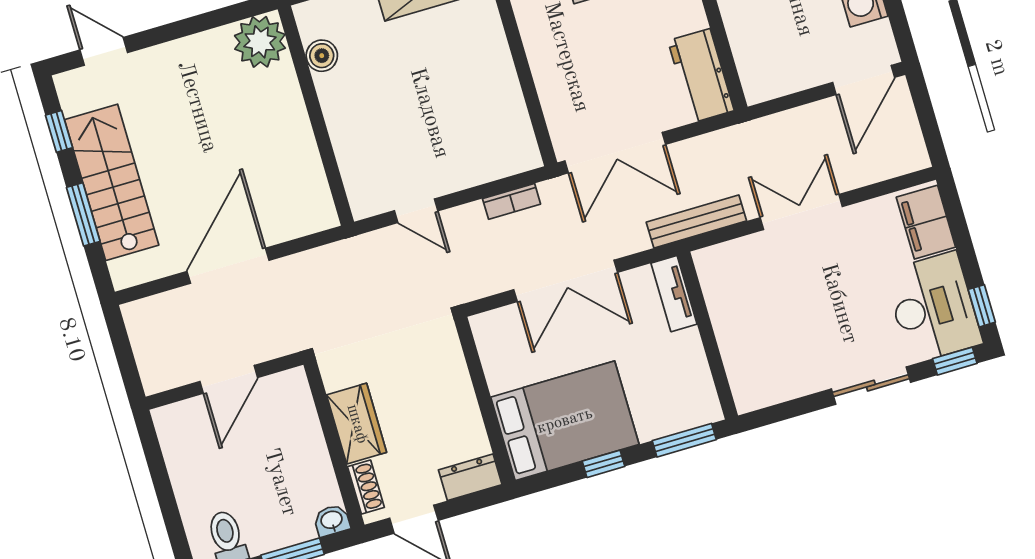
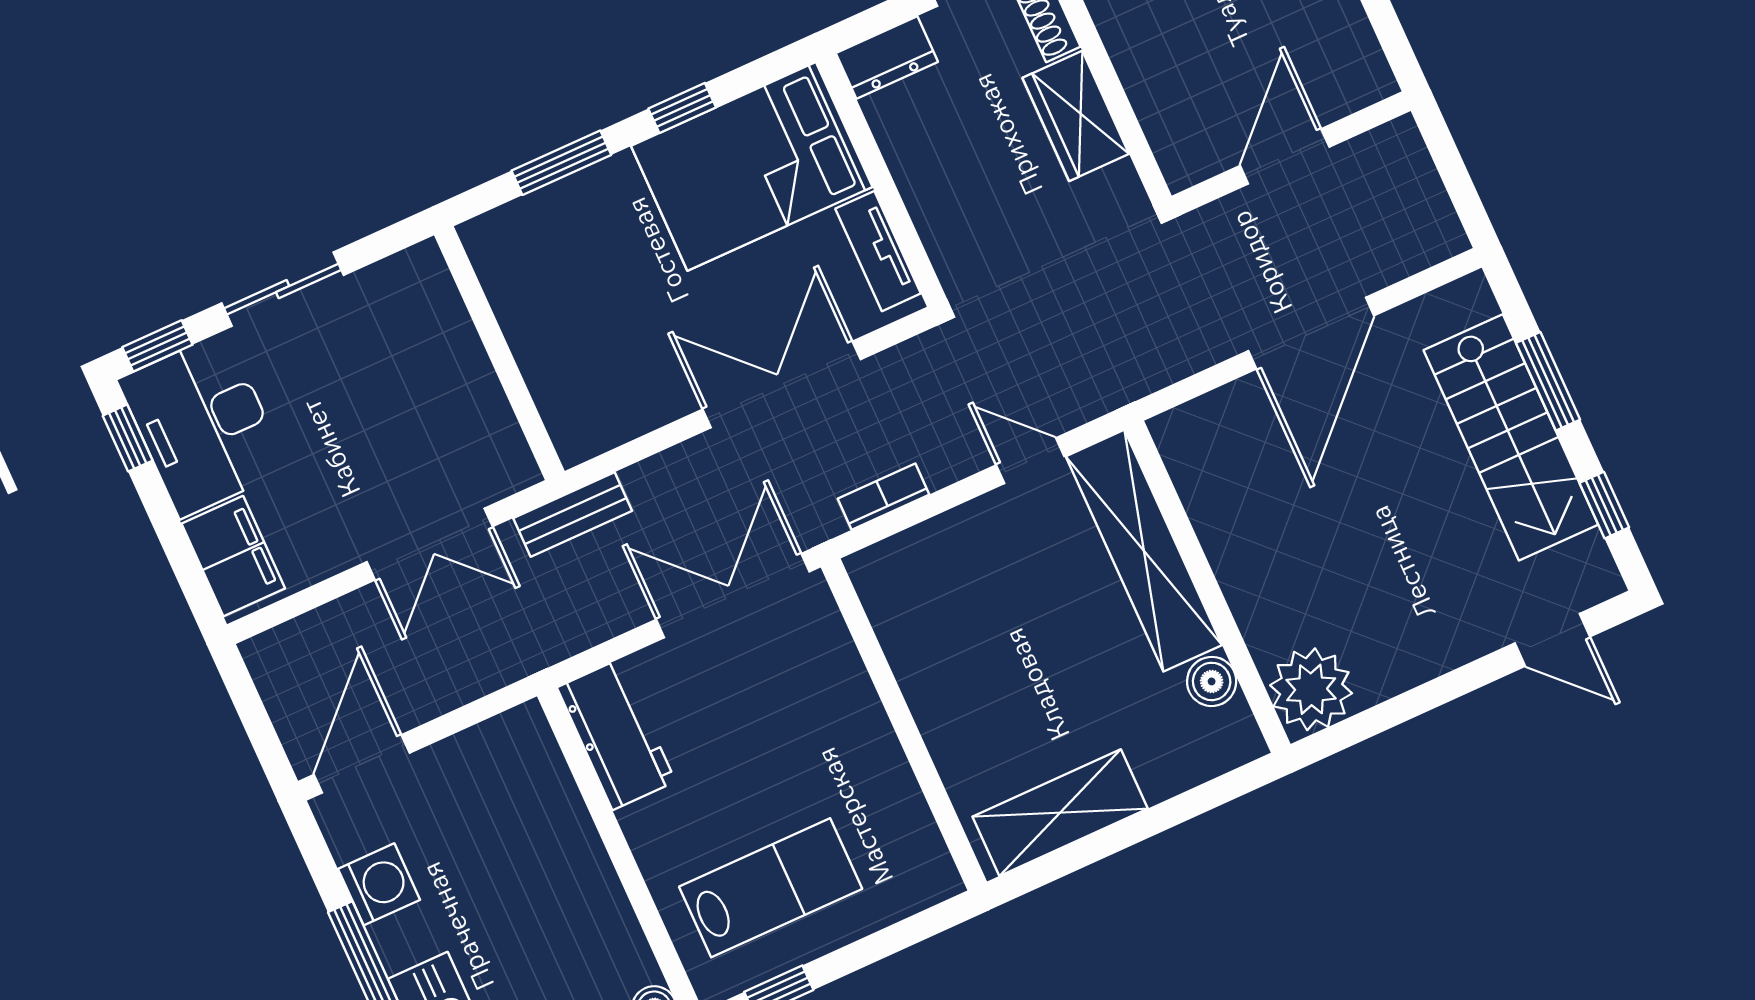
shelving: (353, 144) -> (1144, 551), added
bench: (696, 222) -> (573, 514), width x0.73
tv unit: (674, 294) -> (878, 251), moved, turned 180
wall: (708, 336) -> (499, 353), moved

